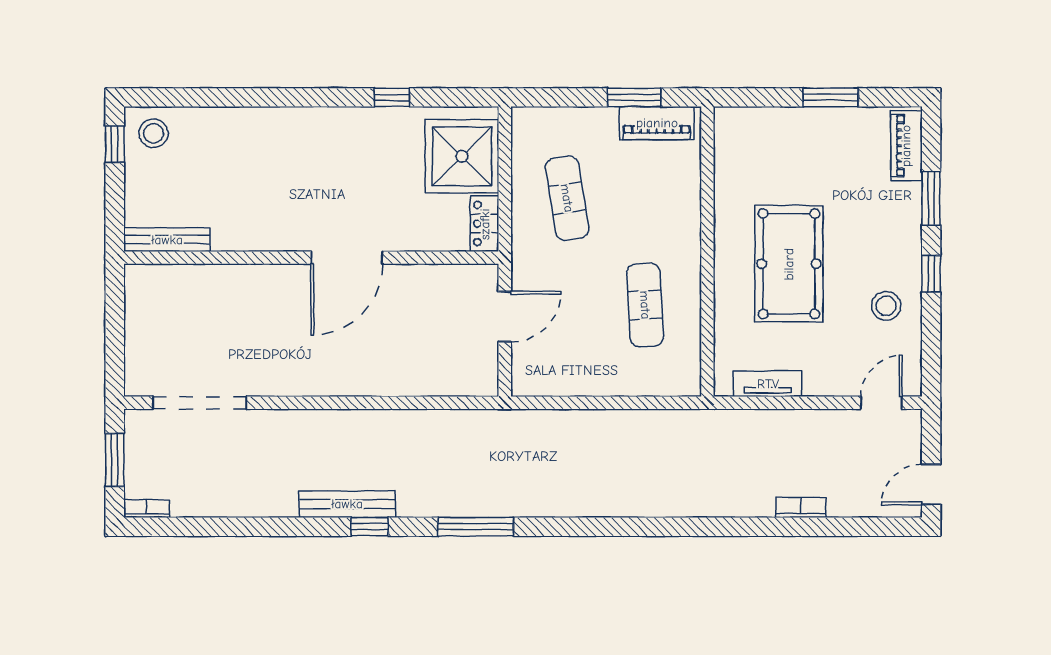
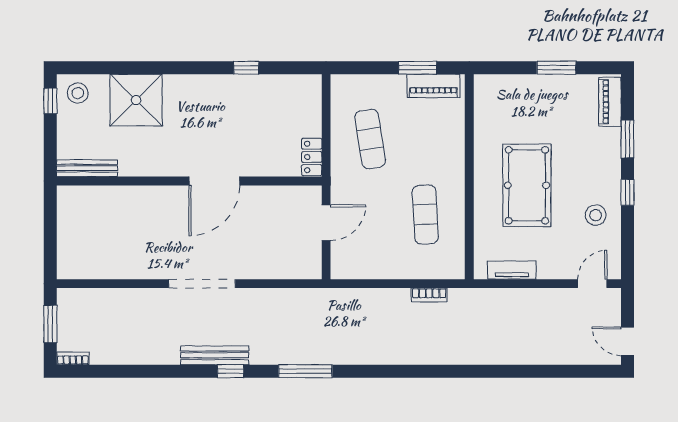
shower: (462, 156) -> (136, 100), moved
doorway: (199, 403) -> (202, 284), moved
door: (931, 484) -> (627, 341), hinge flipped
bookcase: (801, 508) -> (429, 295), moved, turned 180

